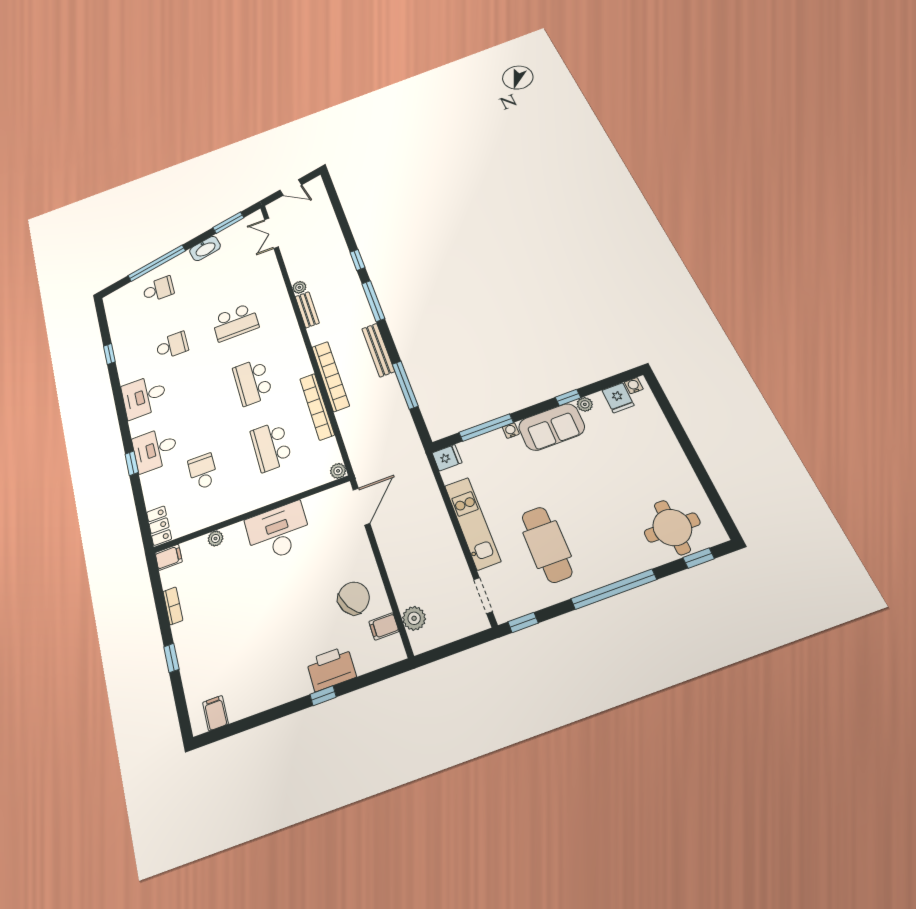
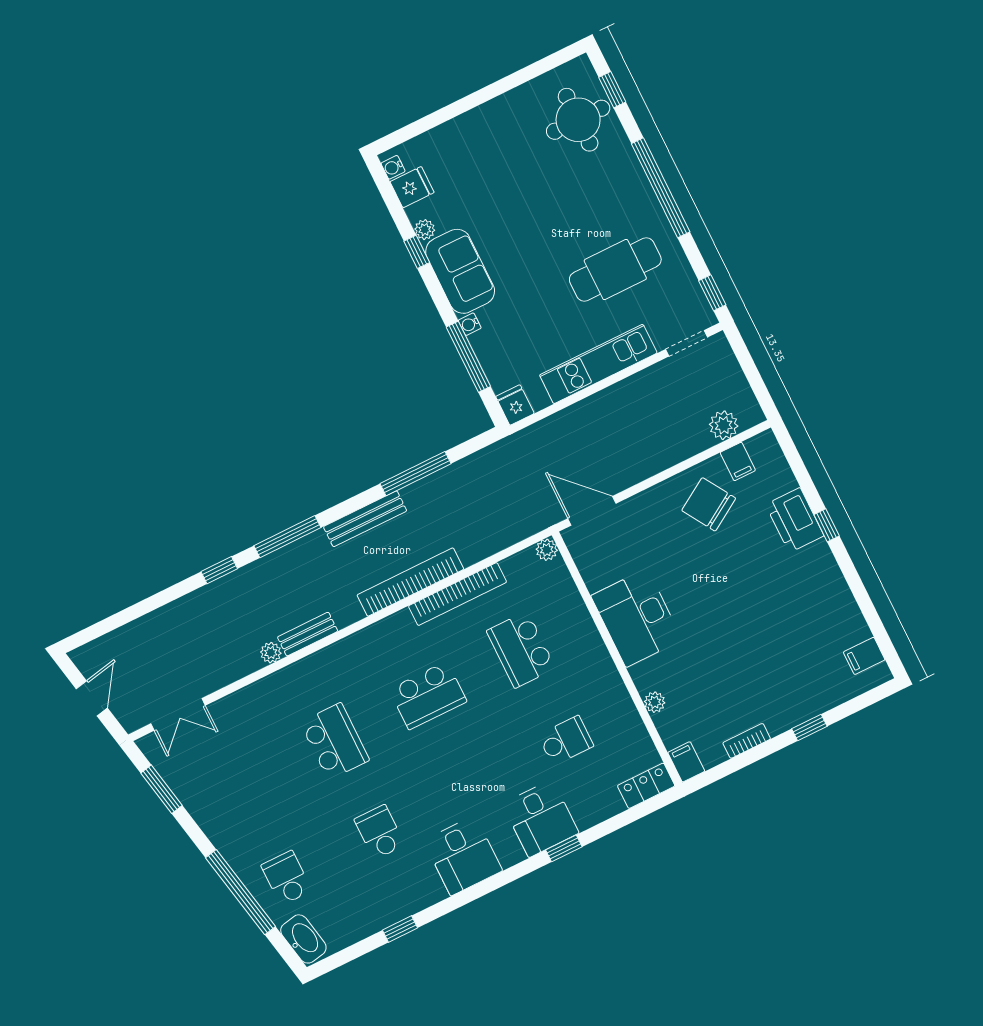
washbasin: (205, 249) -> (303, 939), moved
school desk: (271, 446) -> (521, 650), turned 90
school desk: (203, 472) -> (566, 741), turned 180

